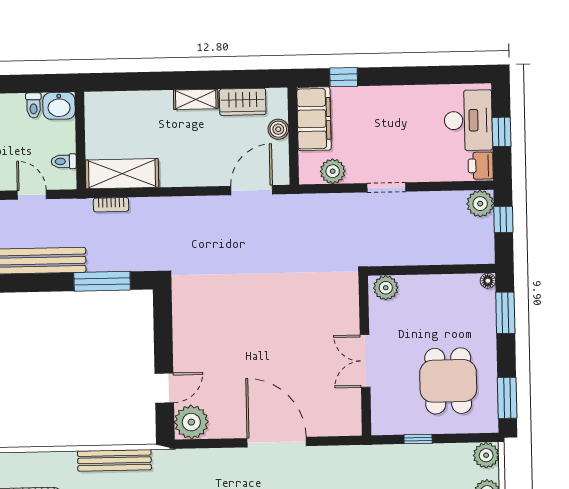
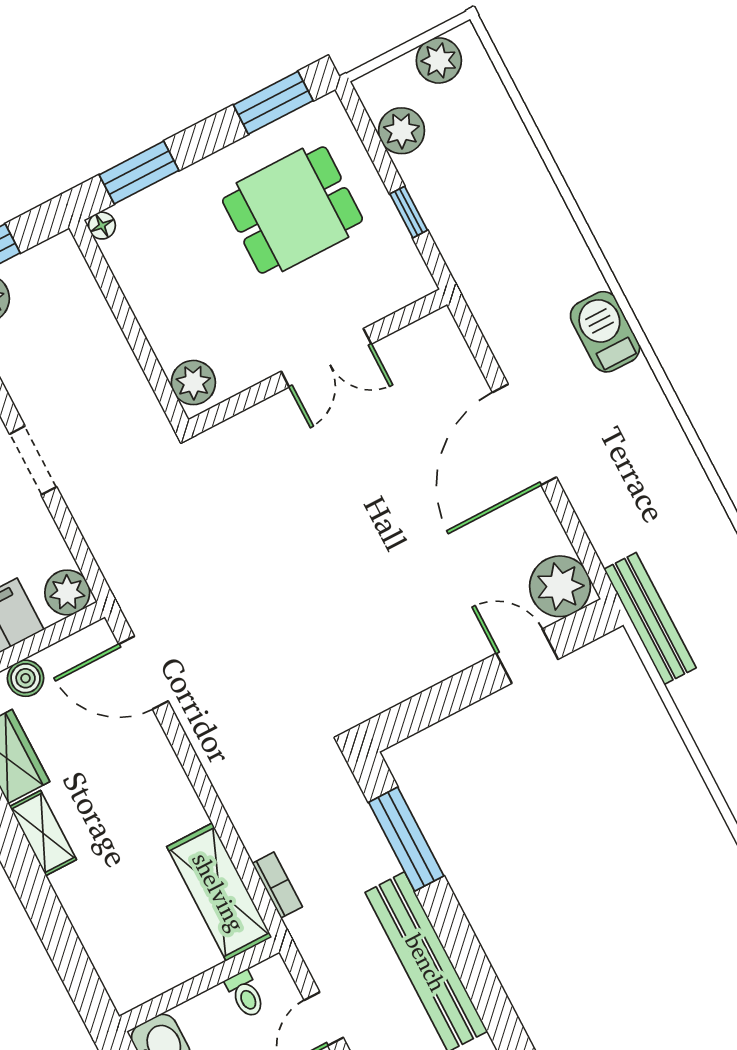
plant: (333, 171) -> (67, 592), moved
plant: (486, 455) -> (402, 131), moved
bench: (114, 460) -> (650, 618), moved

